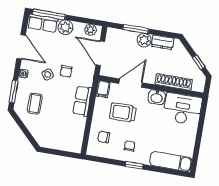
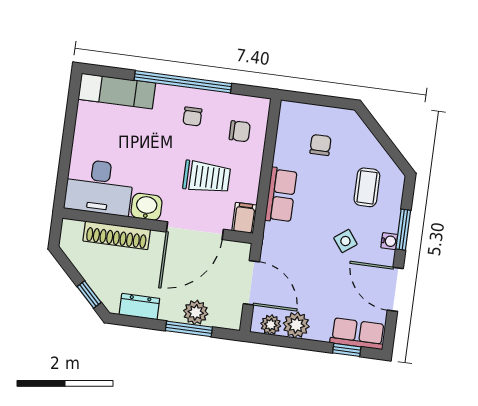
window: (49, 14) -> (347, 350), width x0.46
plant: (65, 27) -> (296, 325), moved
plant: (144, 40) -> (196, 312), moved
window: (199, 62) -> (89, 294), moved
chair: (66, 71) -> (320, 145), moved
door: (130, 83) -> (195, 231), width x1.36
window: (14, 92) -> (403, 230), moved
window: (134, 165) -> (183, 82), width x3.17

